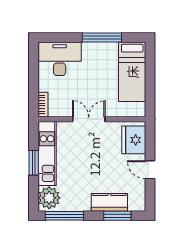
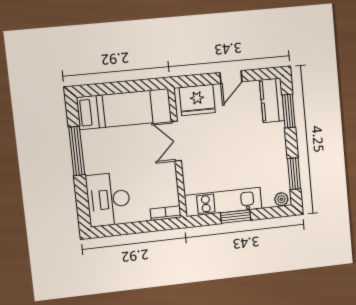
double door: (89, 119) -> (176, 141), moved
plant: (49, 198) -> (281, 199), width x0.53, depth x0.53
kitchen counter: (109, 202) -> (272, 100), moved
window: (64, 216) -> (294, 174), width x0.69

